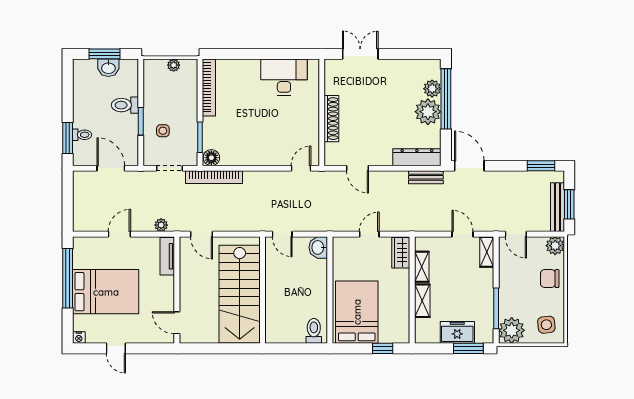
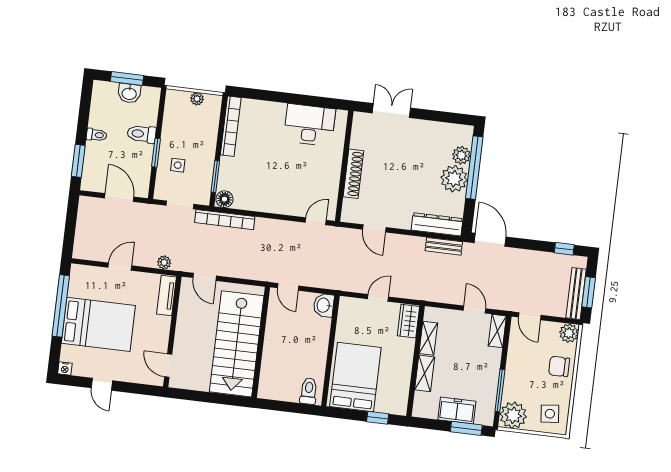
toilet: (82, 135) -> (97, 135), moved
window: (541, 166) -> (564, 249), width x0.67

